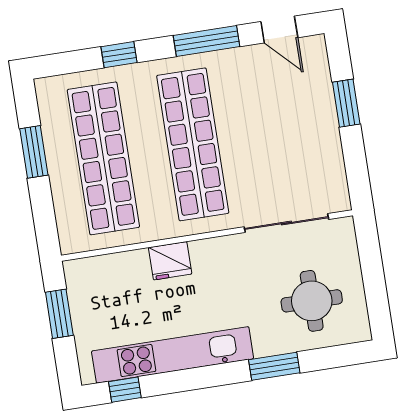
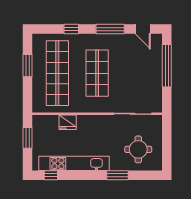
window: (346, 103) -> (167, 66), width x2.11
shop shelf: (193, 144) -> (97, 73), width x0.71
fridge: (170, 261) -> (68, 122), moved

